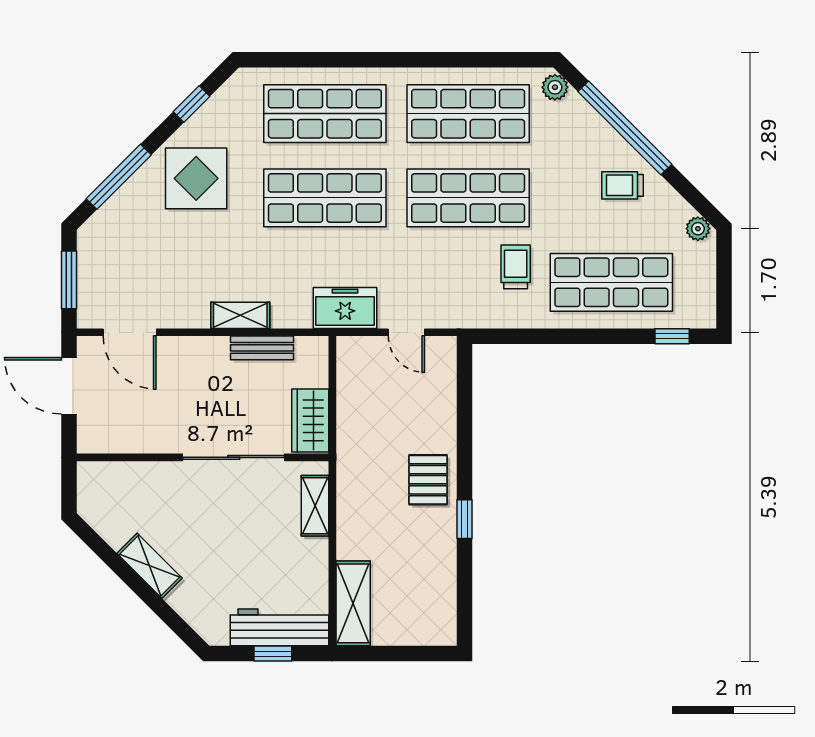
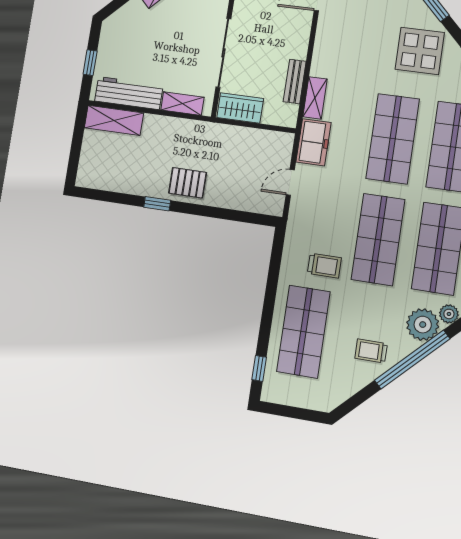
trolley: (622, 185) -> (371, 351), turned -90
plant: (698, 229) -> (423, 325), moved, width x1.88, depth x1.88
shelving: (240, 315) -> (315, 98), moved
workbench: (279, 627) -> (129, 93), moved, turned -90

